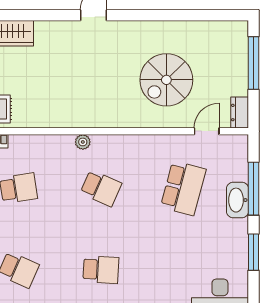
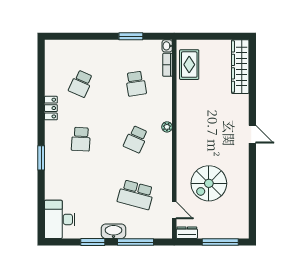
spiral stairs: (166, 80) -> (209, 183), turned -90
washbasin: (238, 200) -> (113, 231), moved

